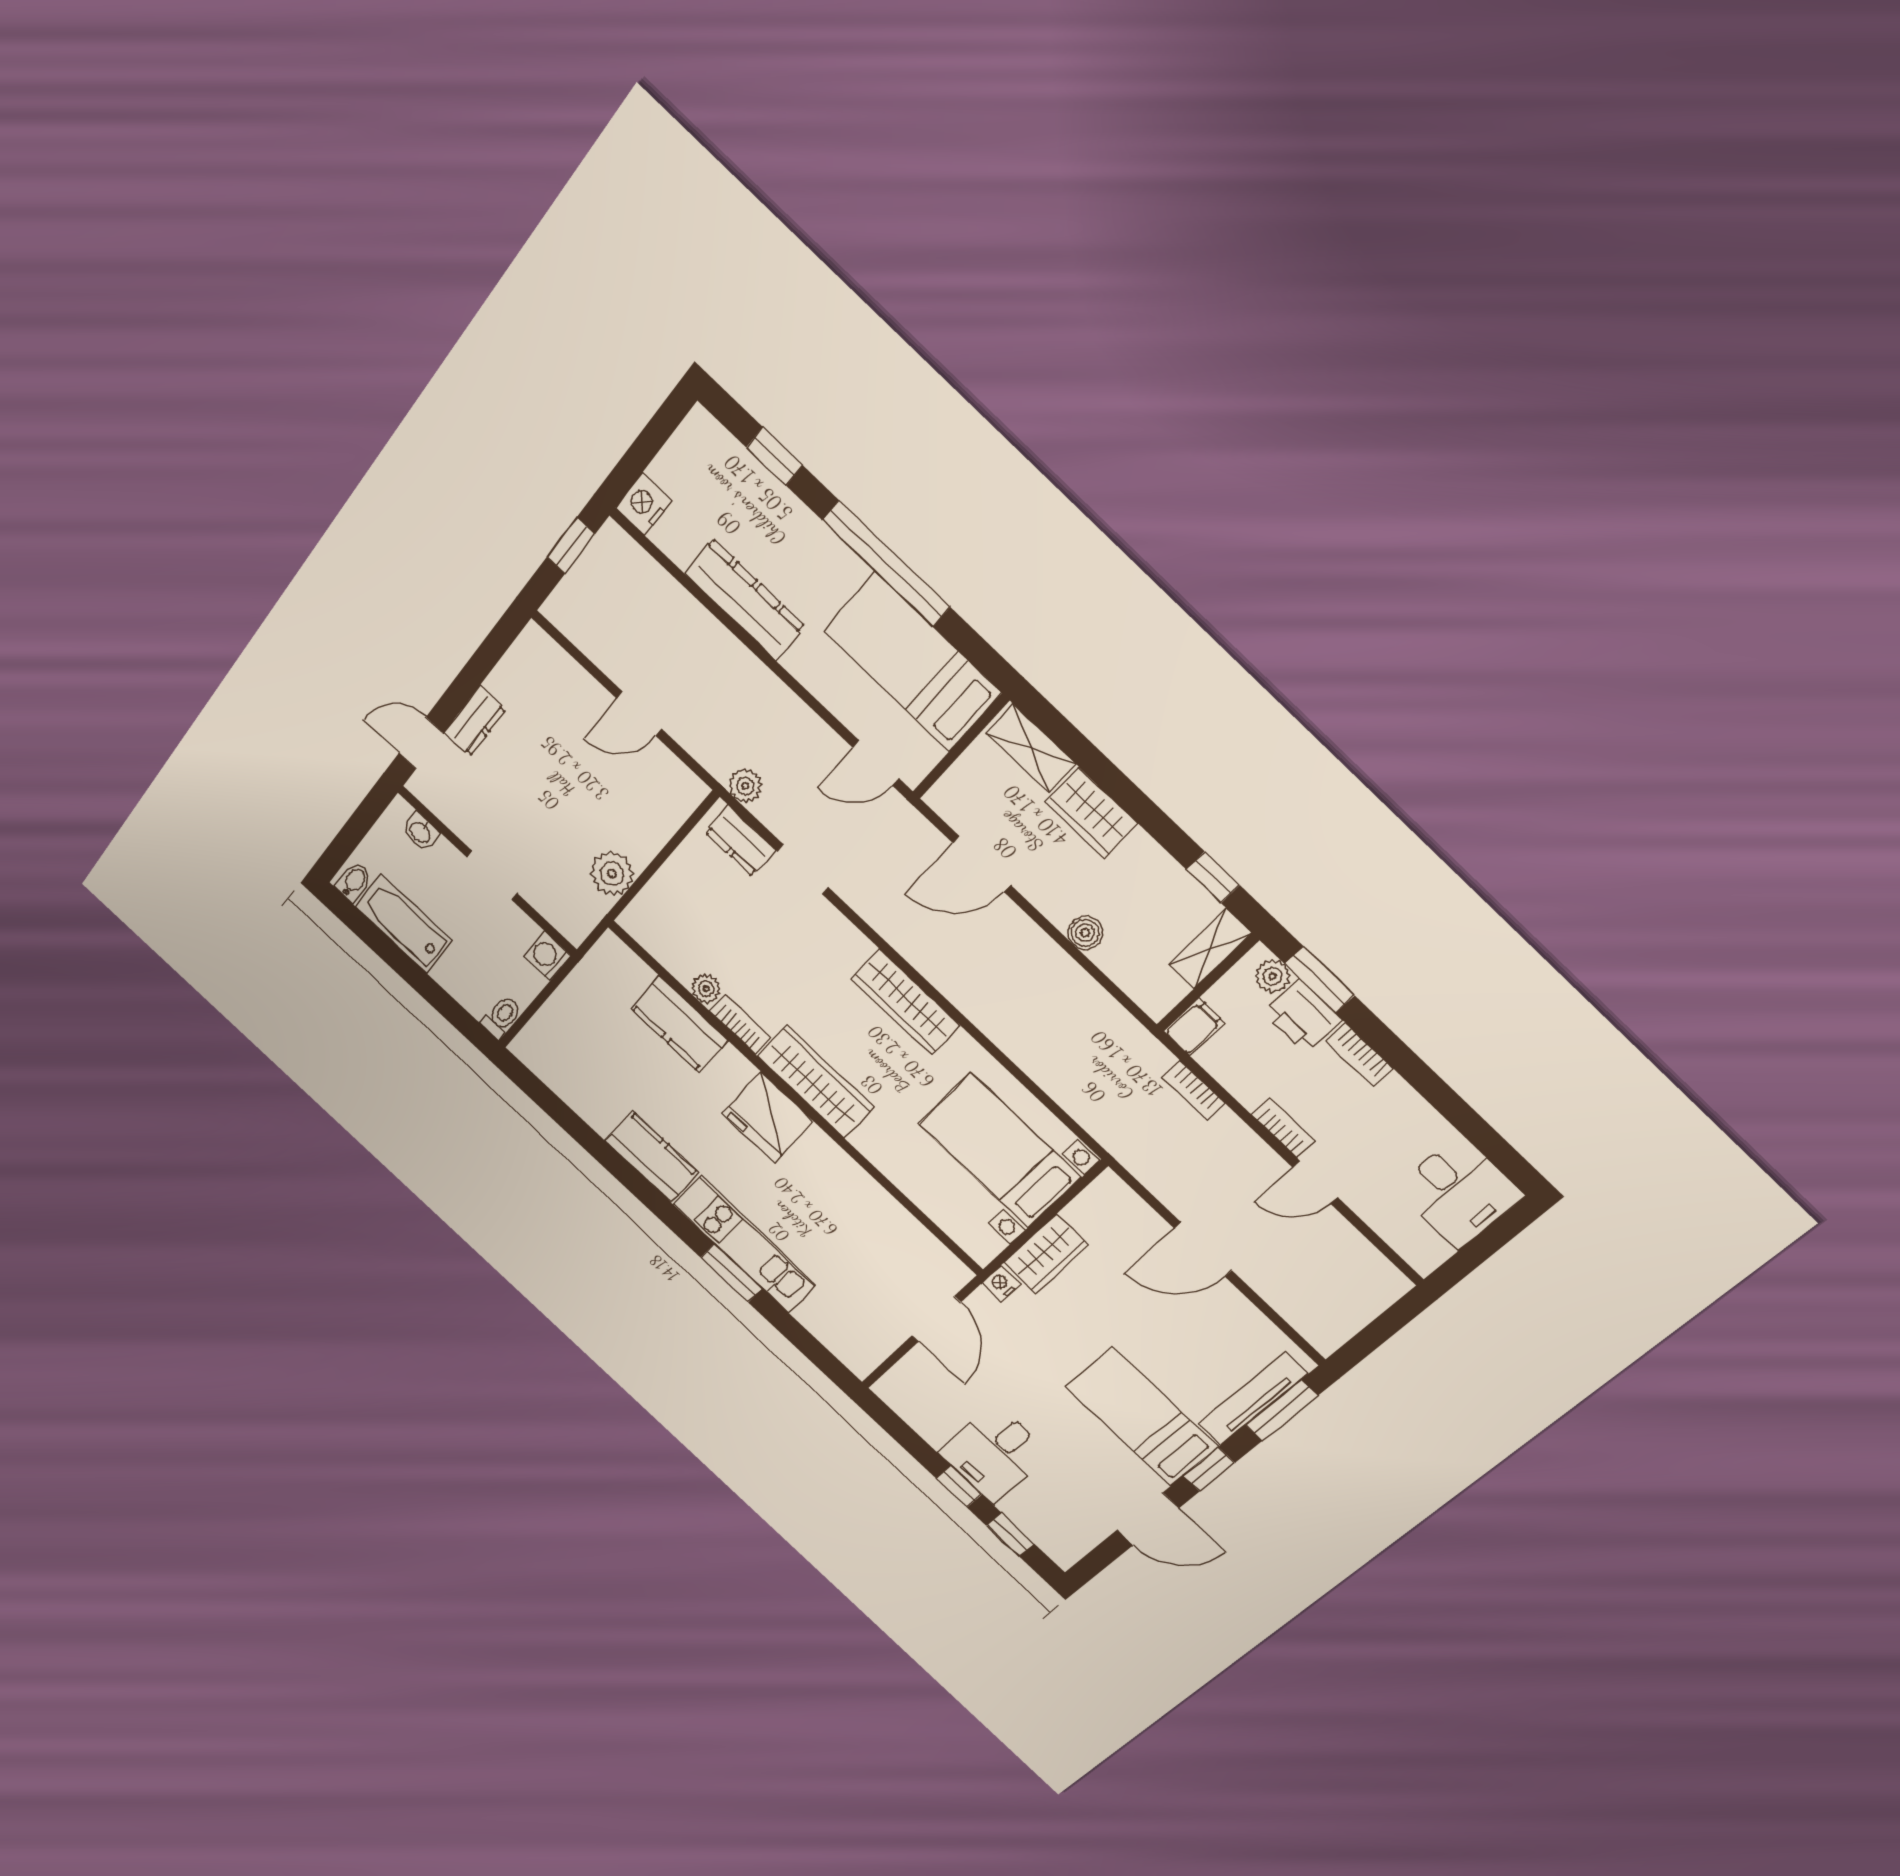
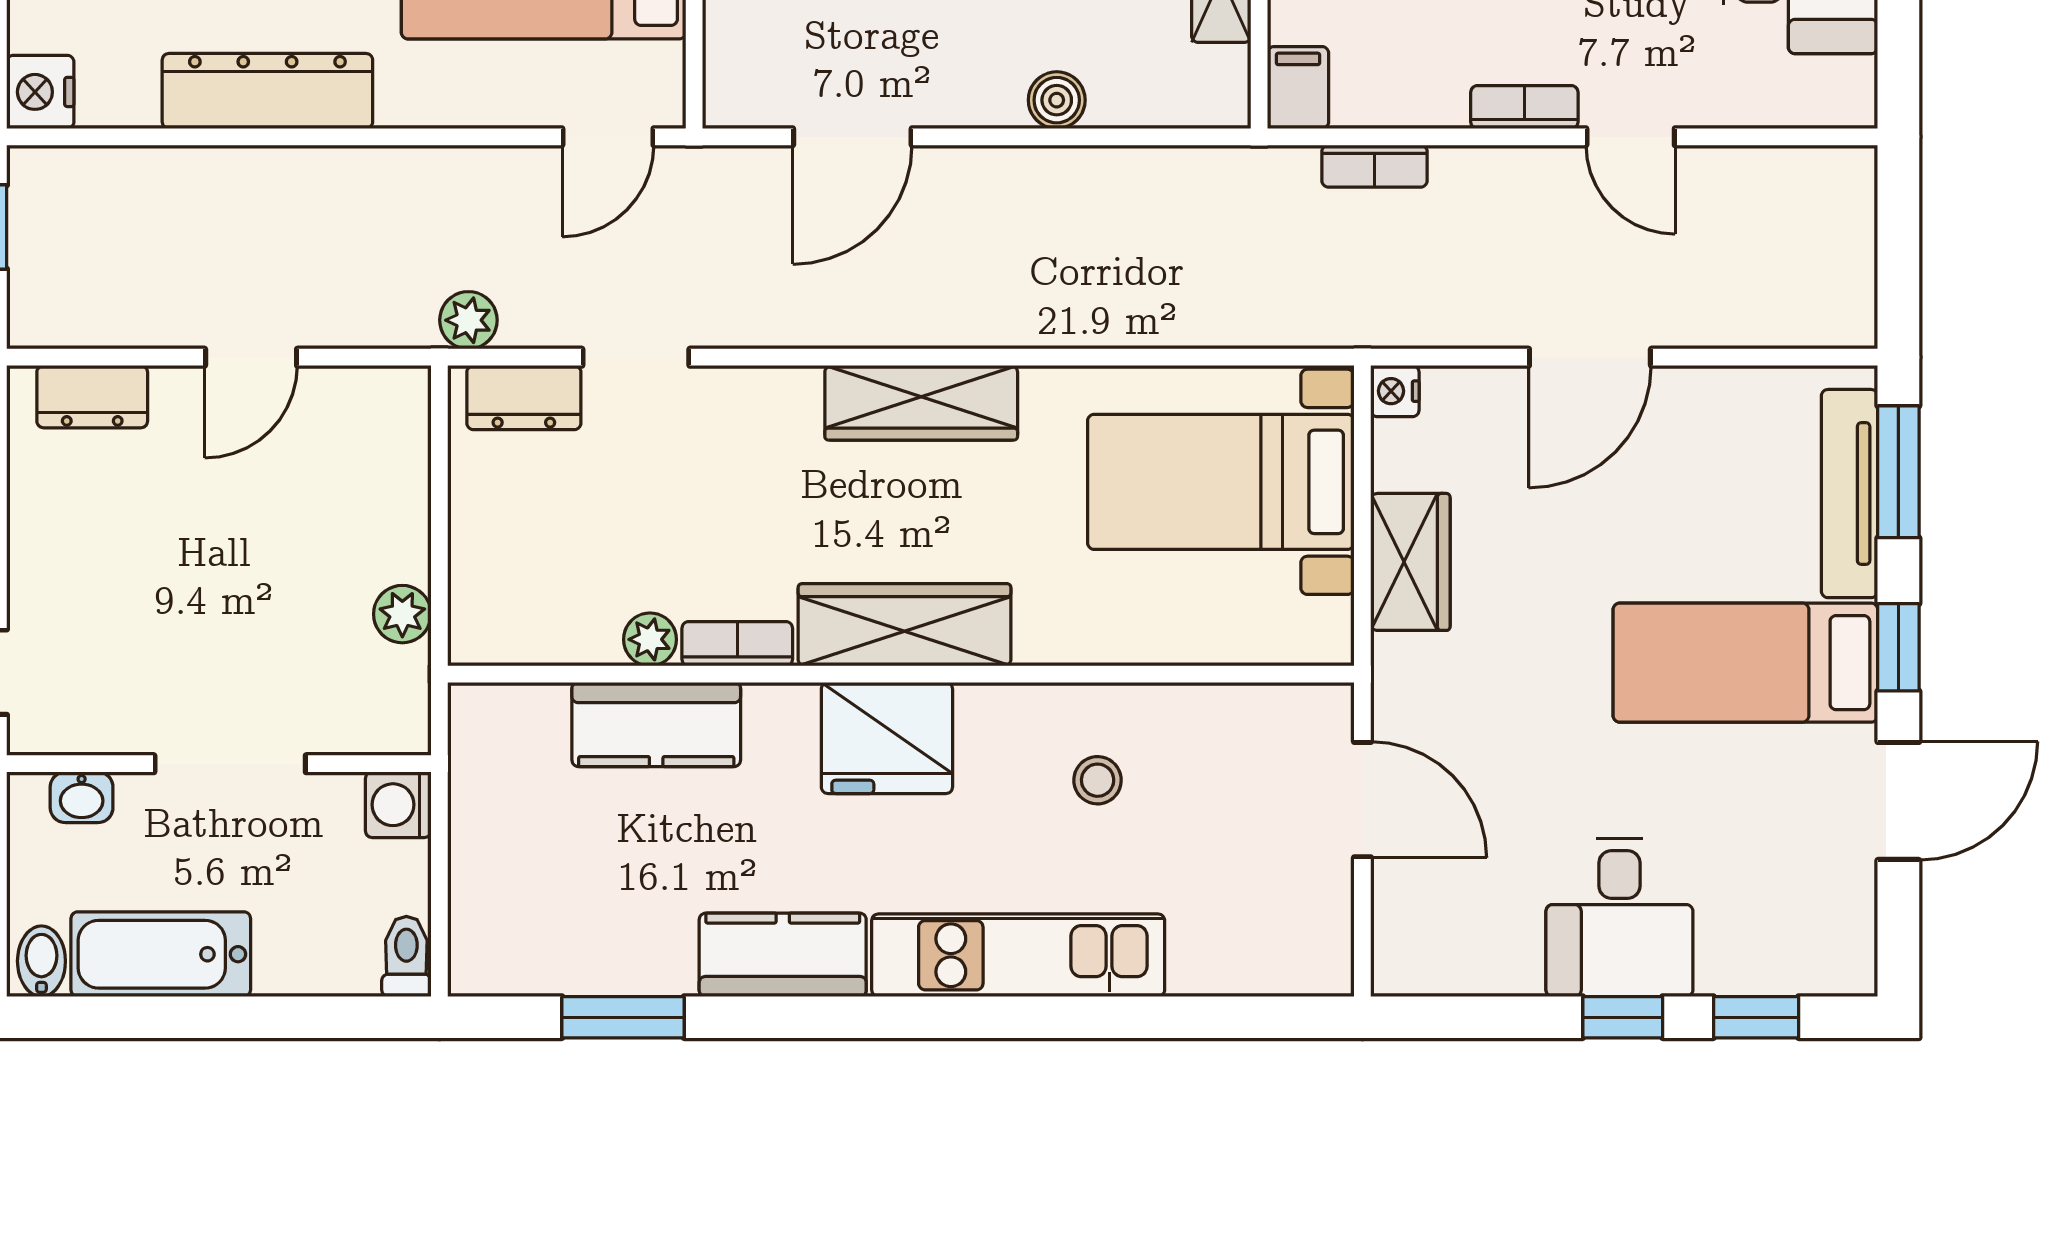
dresser: (475, 721) -> (92, 397), moved, turned 90
plant: (612, 874) -> (402, 614), width x0.73, depth x0.73
doorway: (492, 875) -> (230, 764), width x1.38
door: (1315, 1182) -> (1631, 137), hinge flipped
stool: (838, 1213) -> (1098, 780), added
window: (731, 1273) -> (623, 1017), moved
nightstand: (1001, 1283) -> (1395, 391), moved

